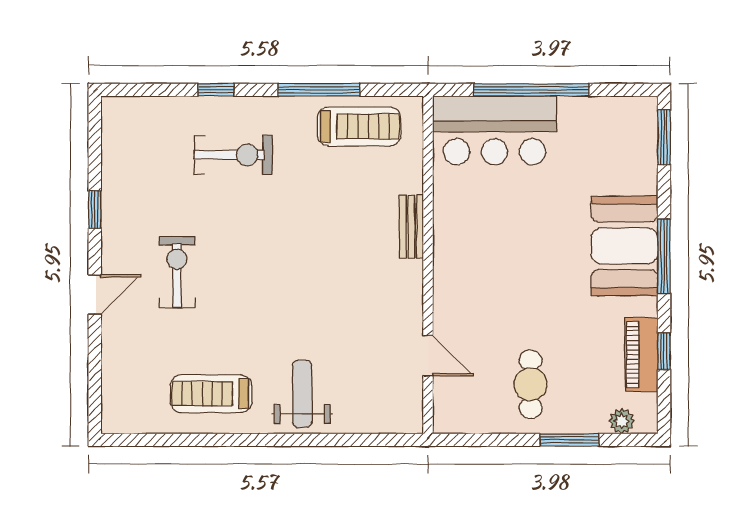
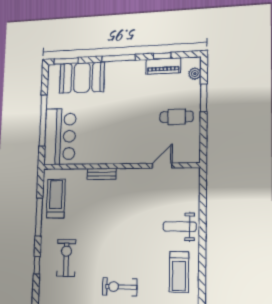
booth: (624, 246) -> (82, 78), moved

